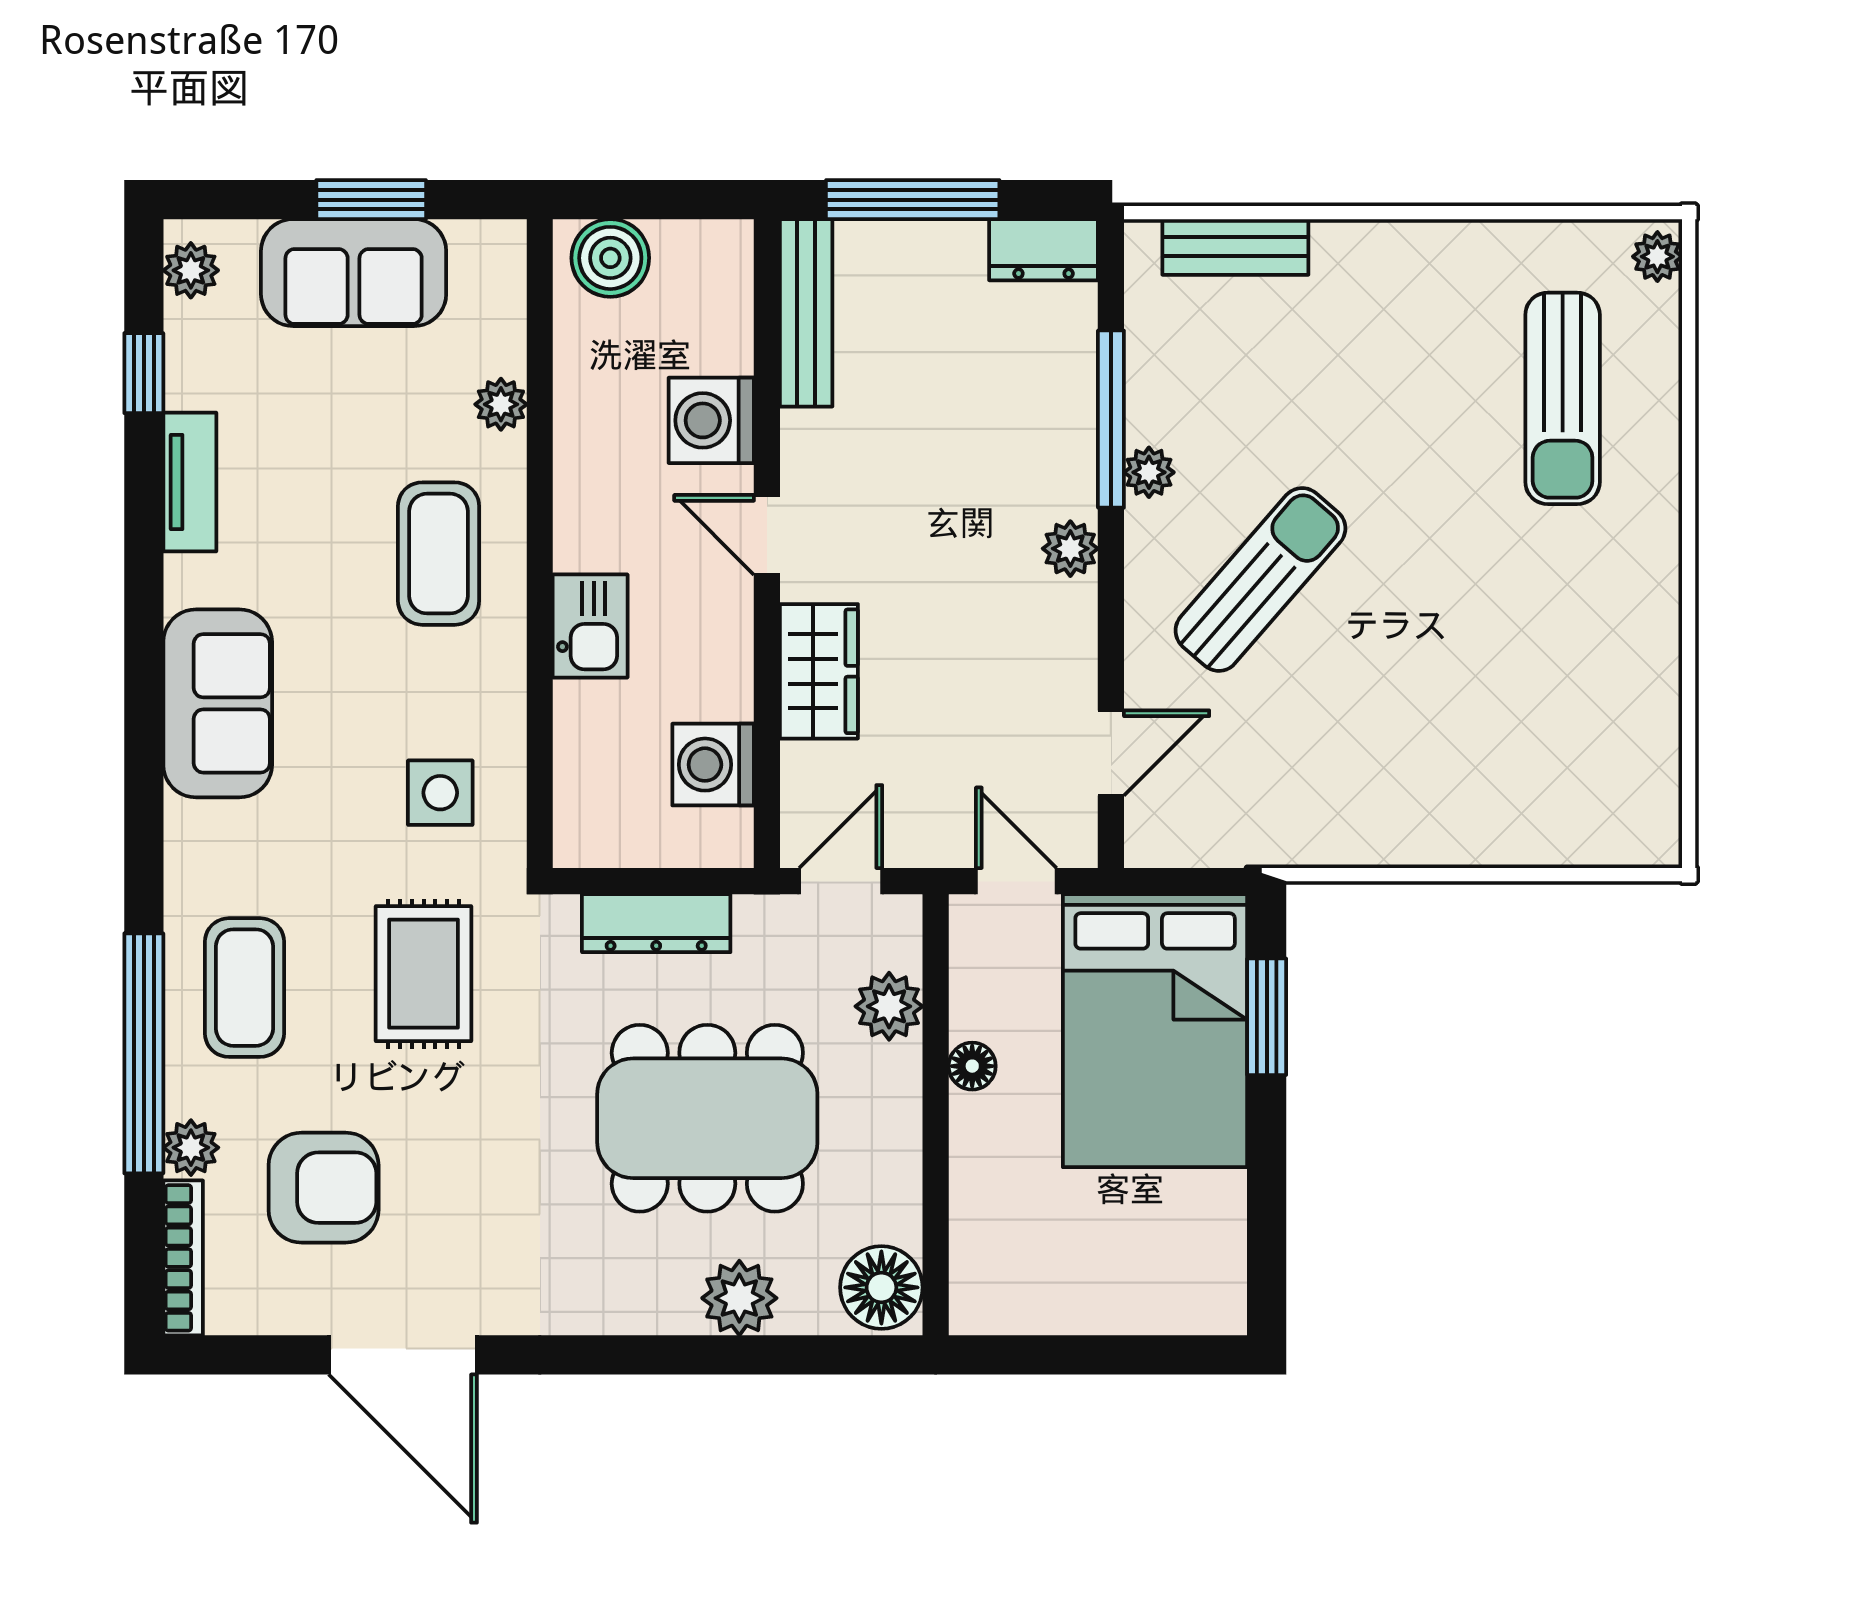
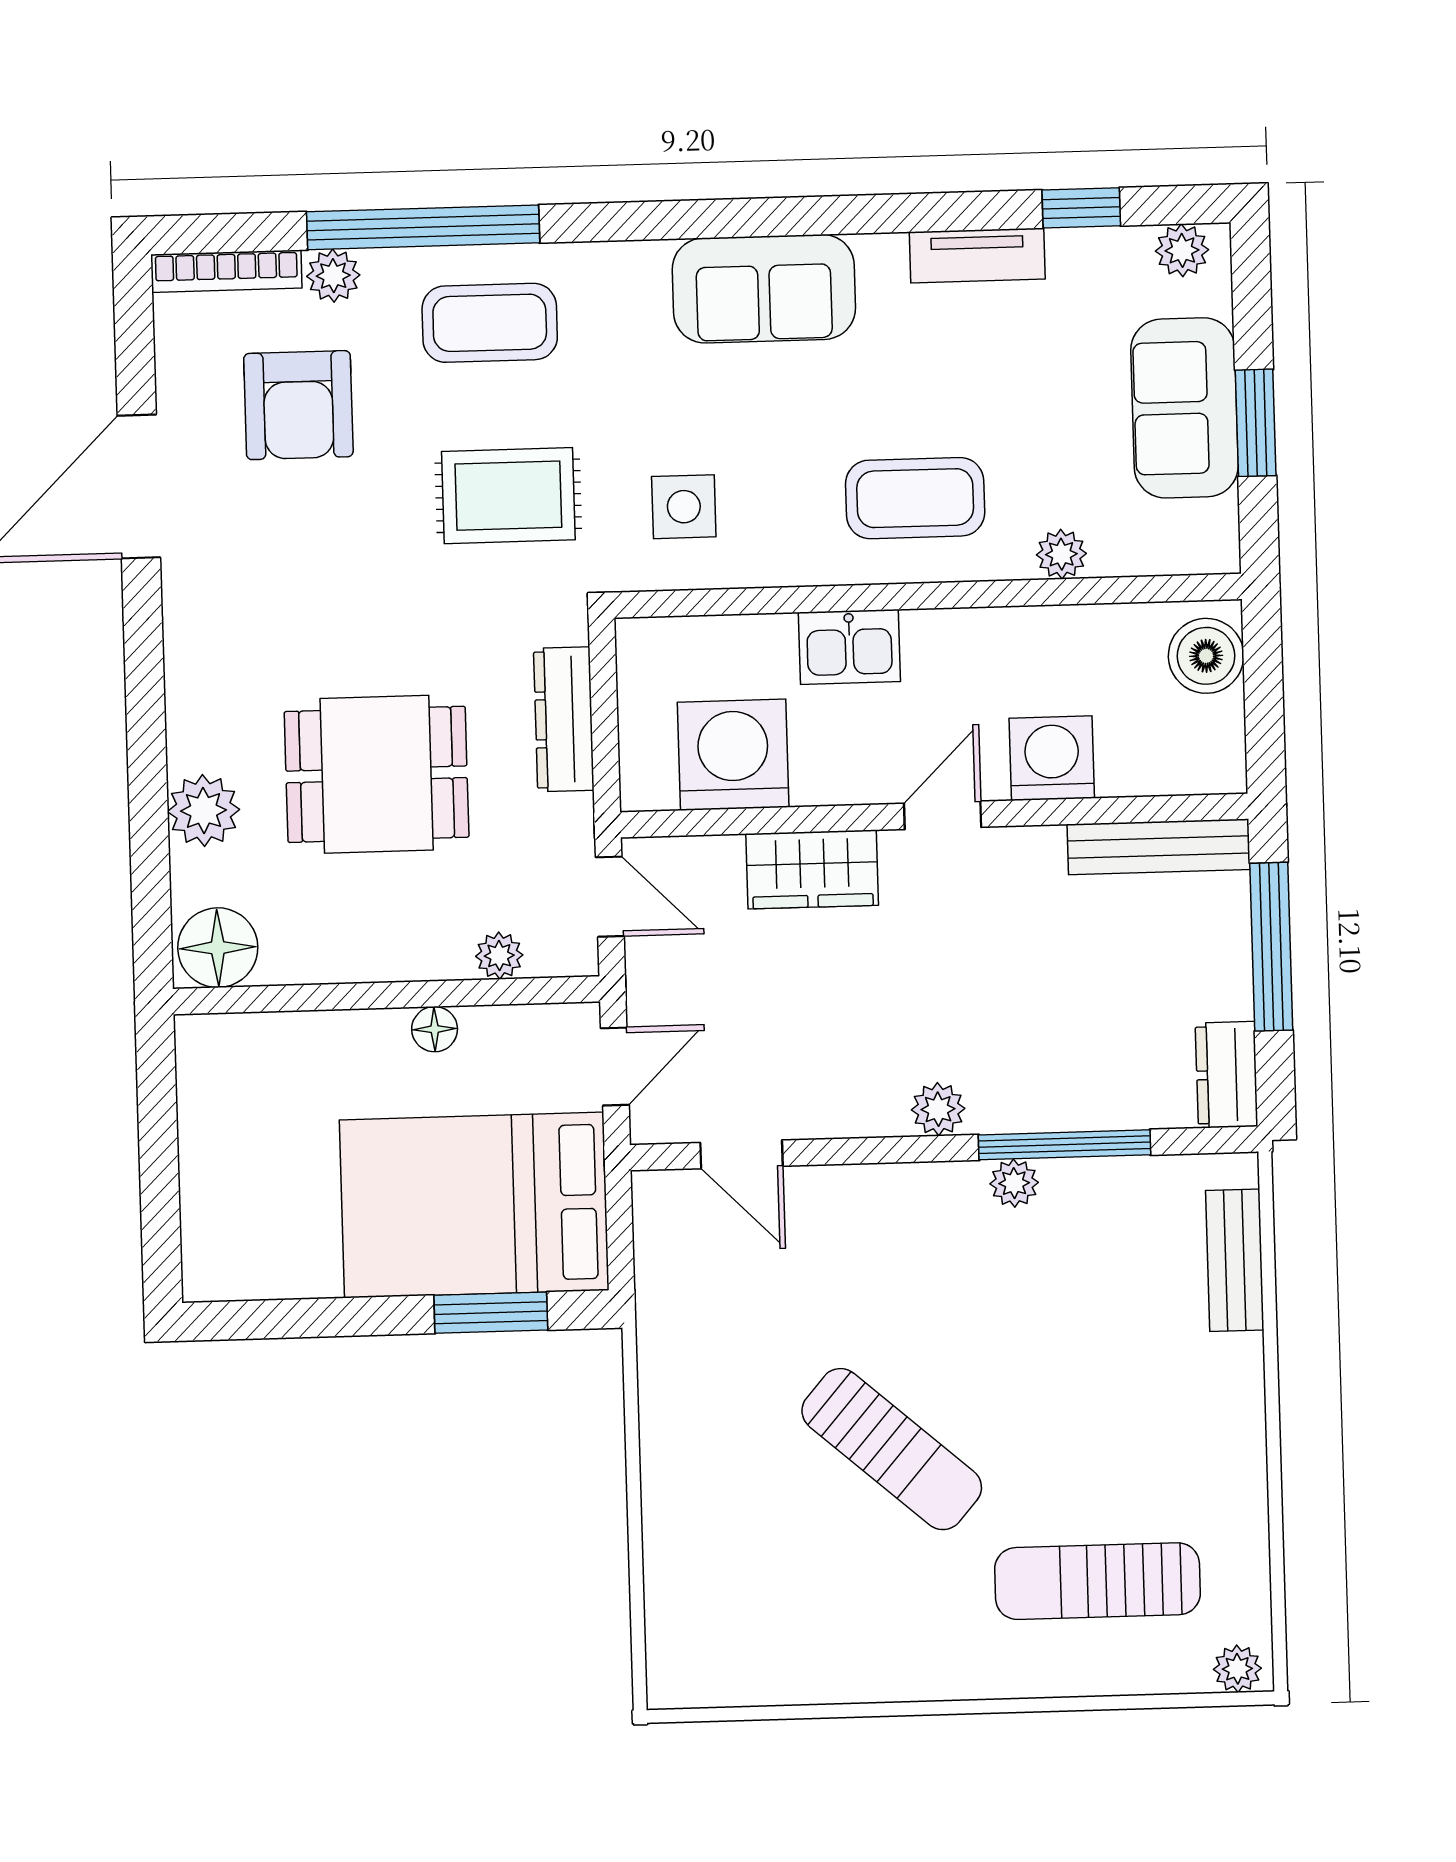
sun lounger: (1260, 579) -> (892, 1449), moved
washing machine: (713, 765) -> (733, 755), width x1.37, depth x1.37
plant: (889, 1006) -> (499, 956), width x0.73, depth x0.73
dining table: (707, 1118) -> (377, 774), width x0.73

